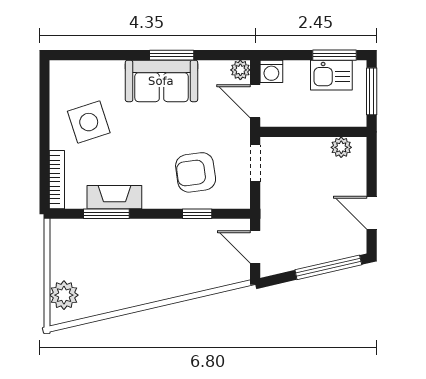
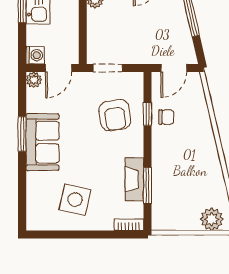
side table: (89, 122) -> (75, 200), turned 31
bookcase: (57, 180) -> (129, 225), width x0.64
chair: (193, 238) -> (166, 117), added

